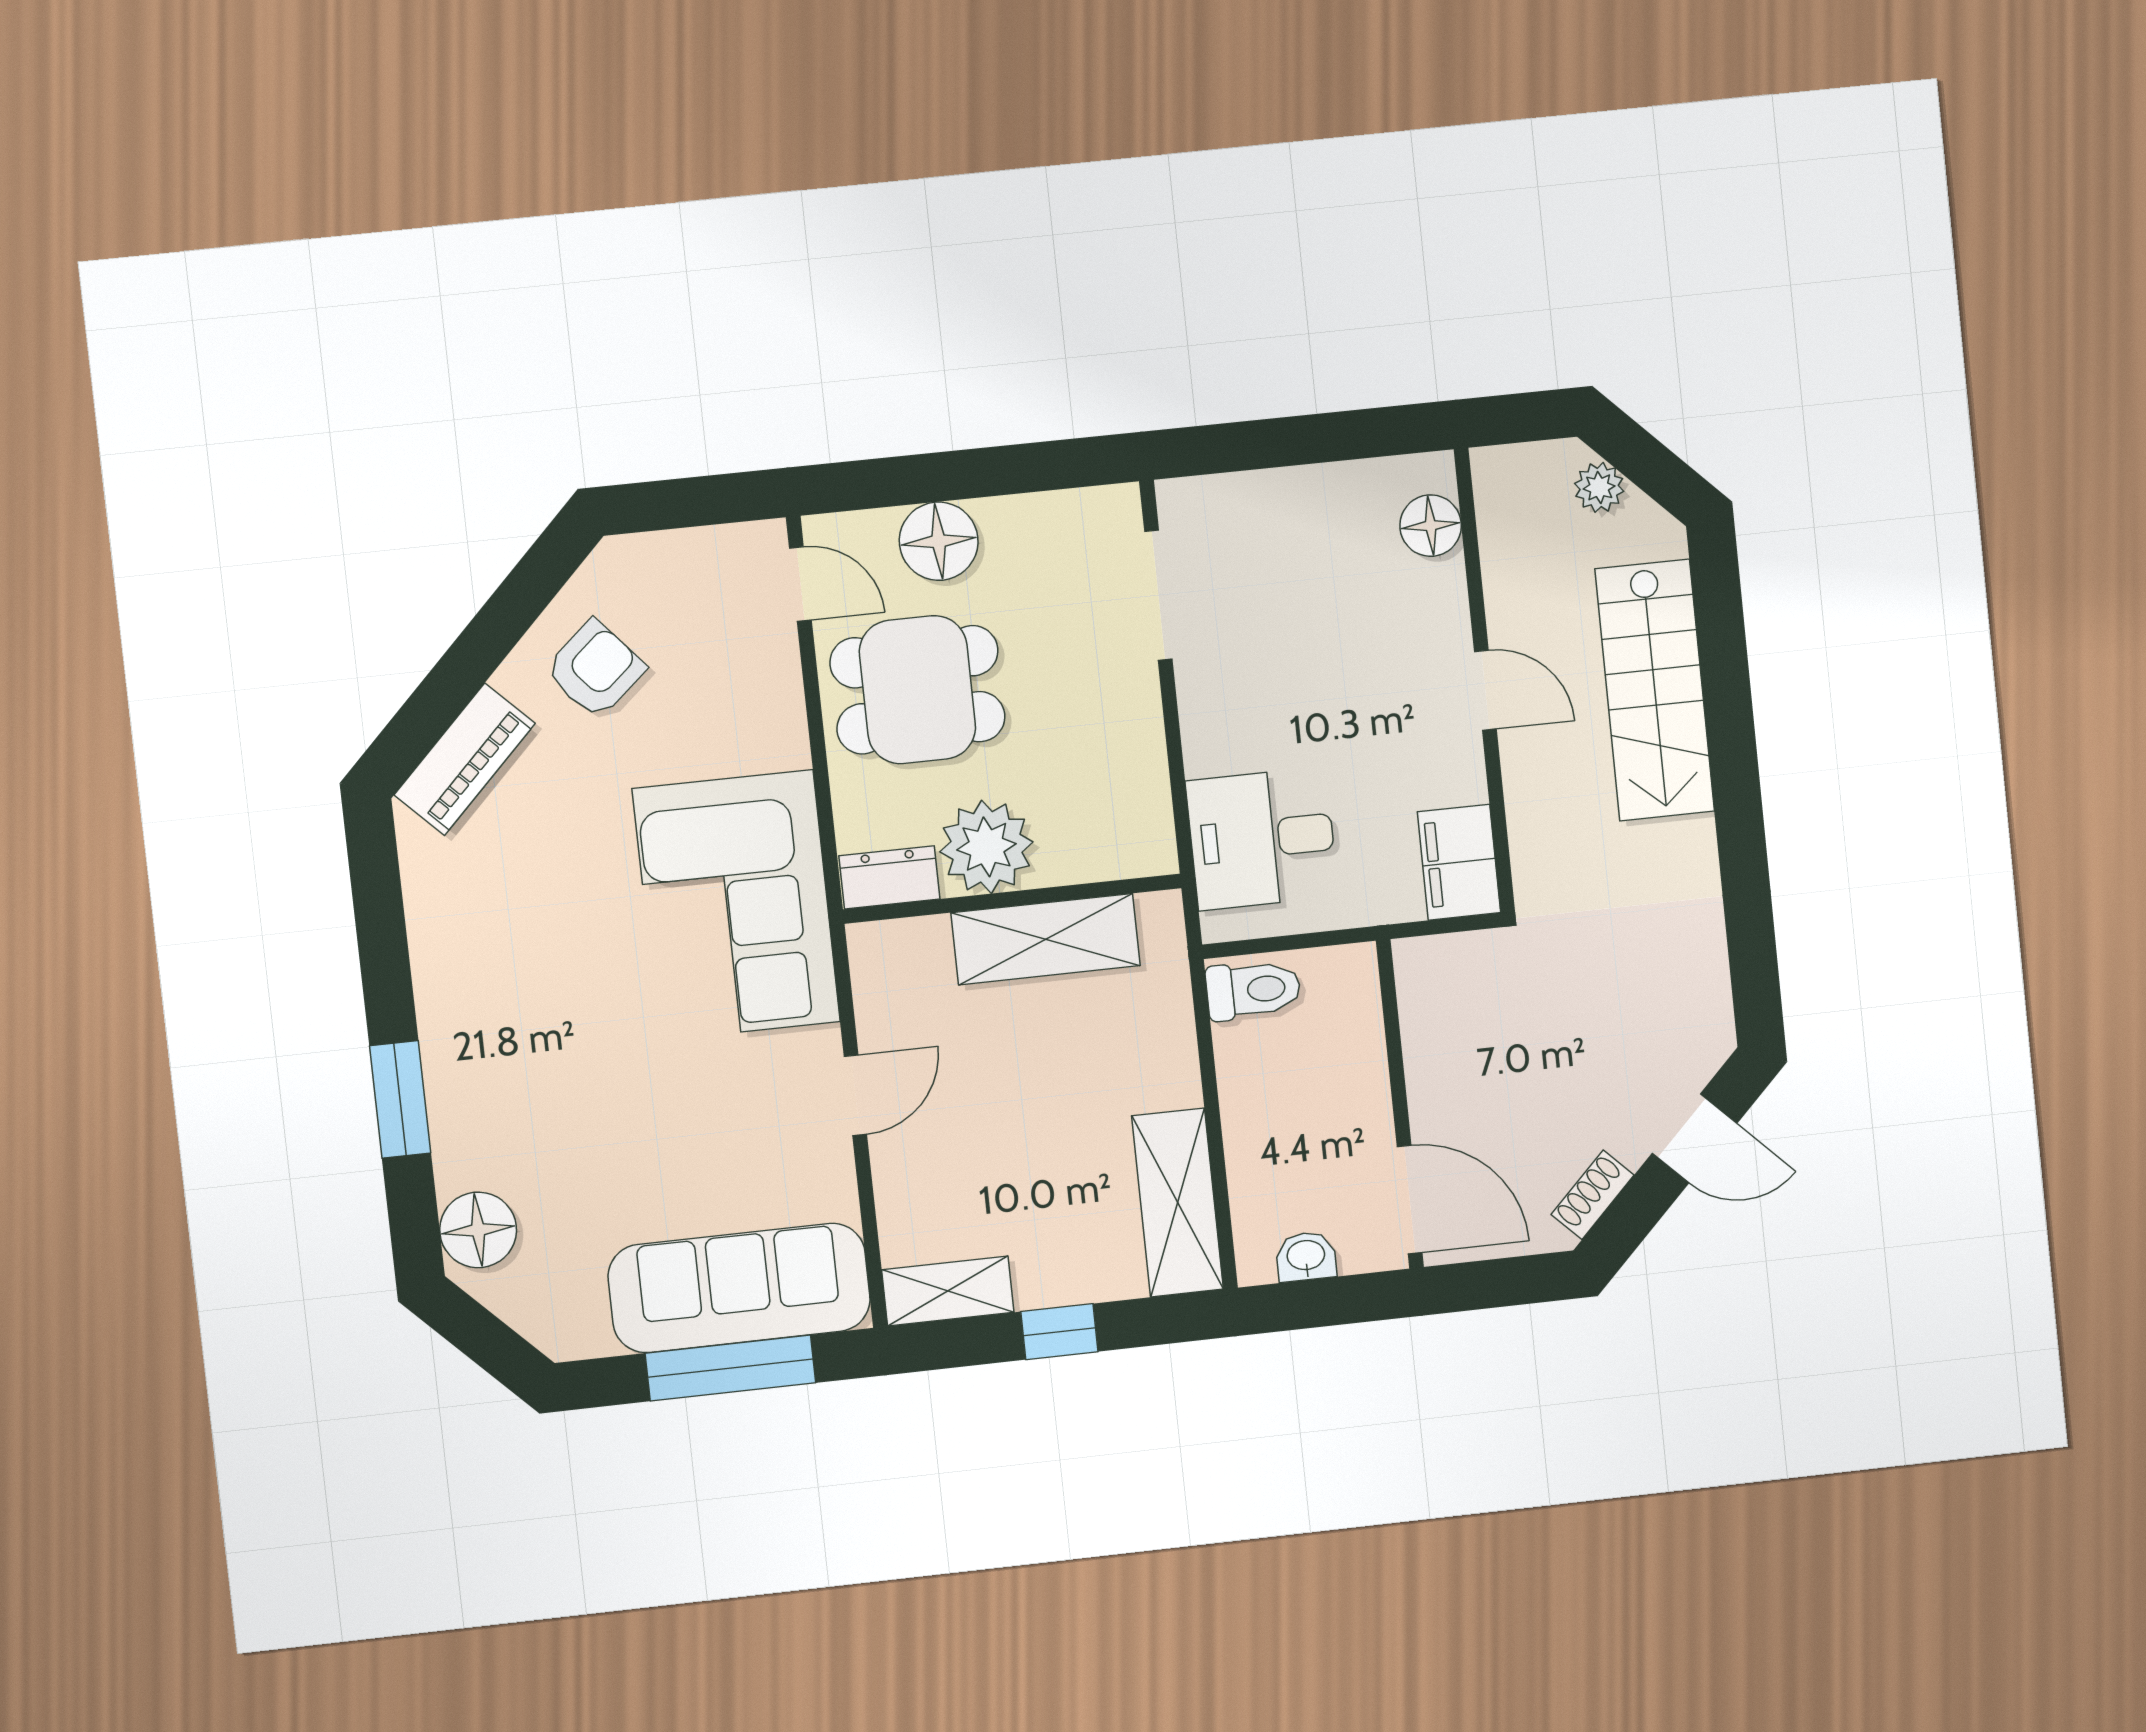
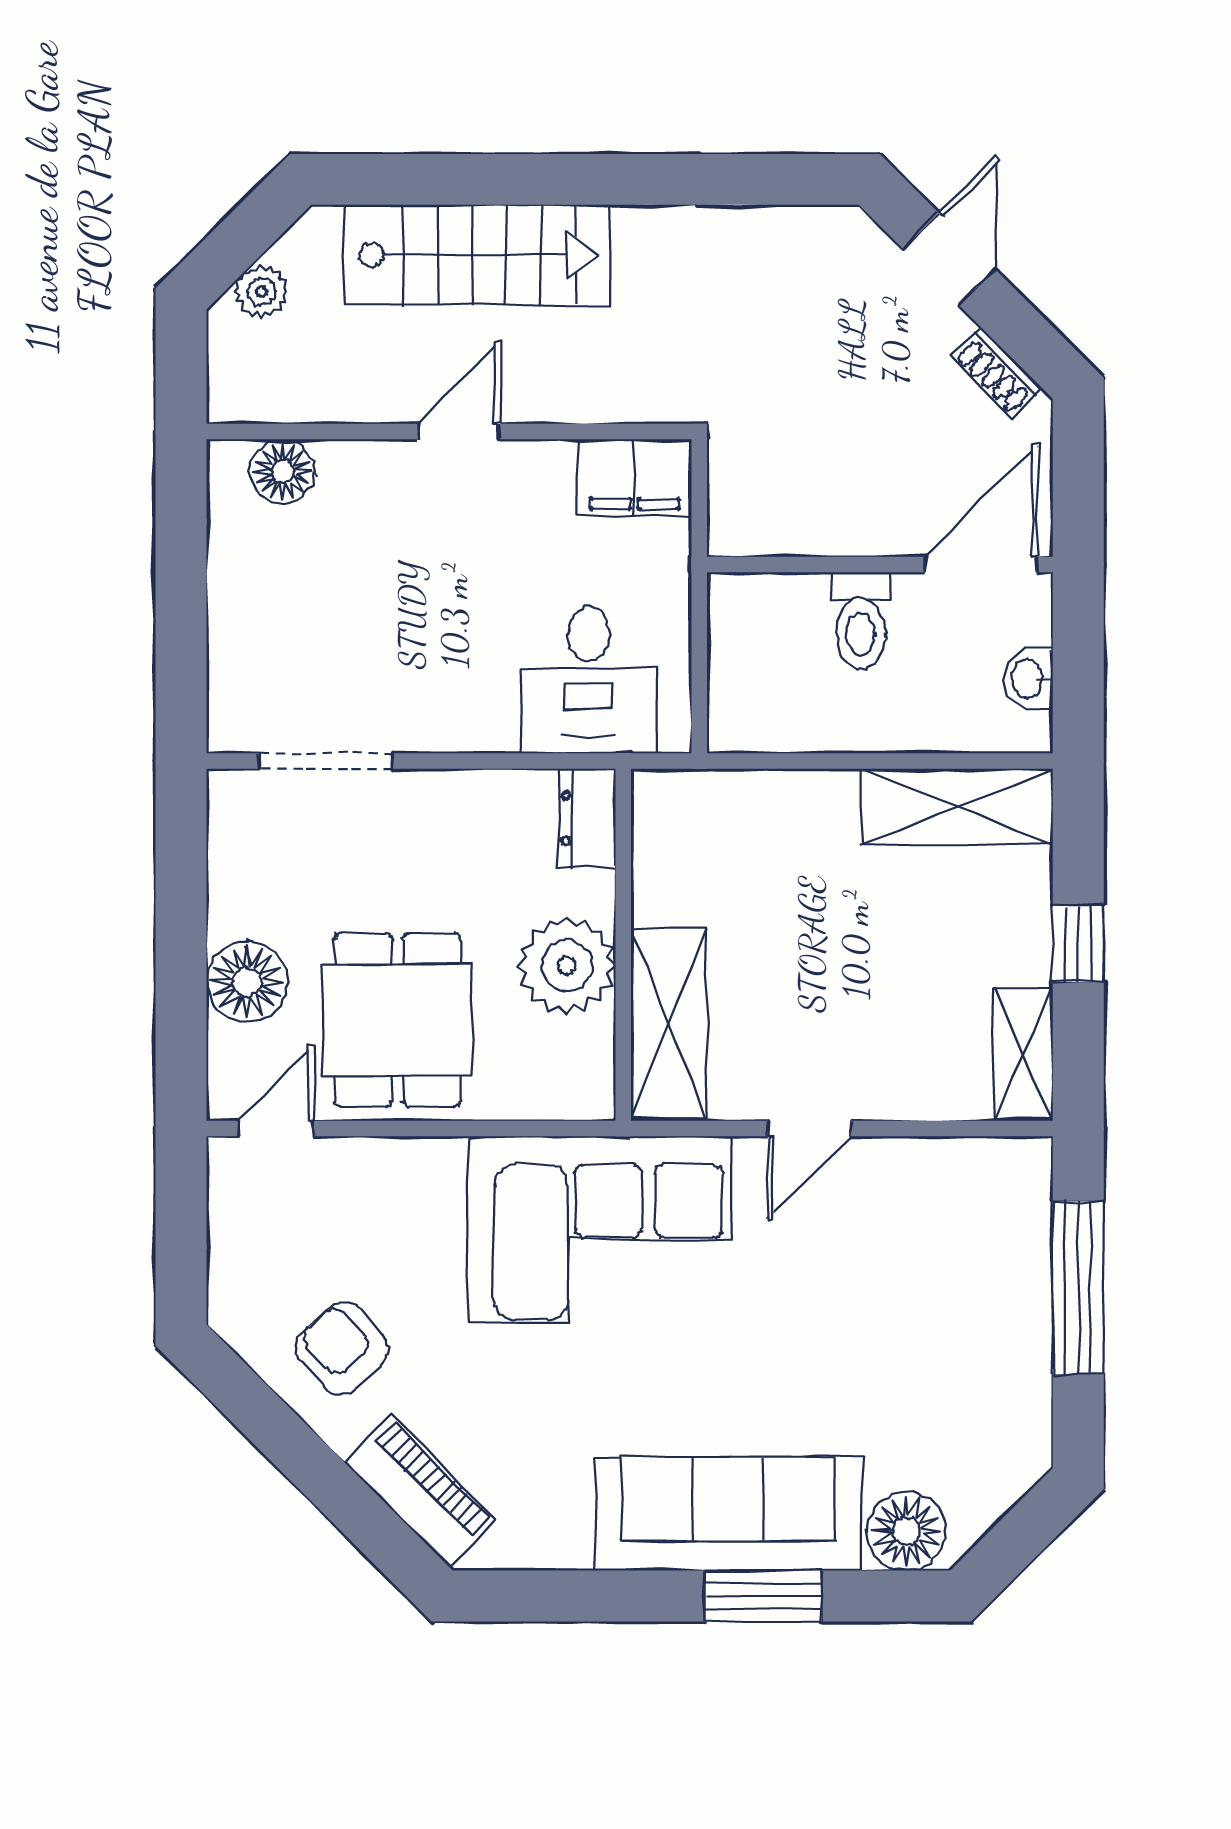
dresser: (889, 877) -> (588, 818), moved
shelving: (1046, 939) -> (669, 1023), moved
toilet: (1253, 990) -> (860, 621), moved, turned 180
door: (855, 1095) -> (809, 1128), swing flipped
sofa: (739, 1288) -> (728, 1514), moved, turned 90

